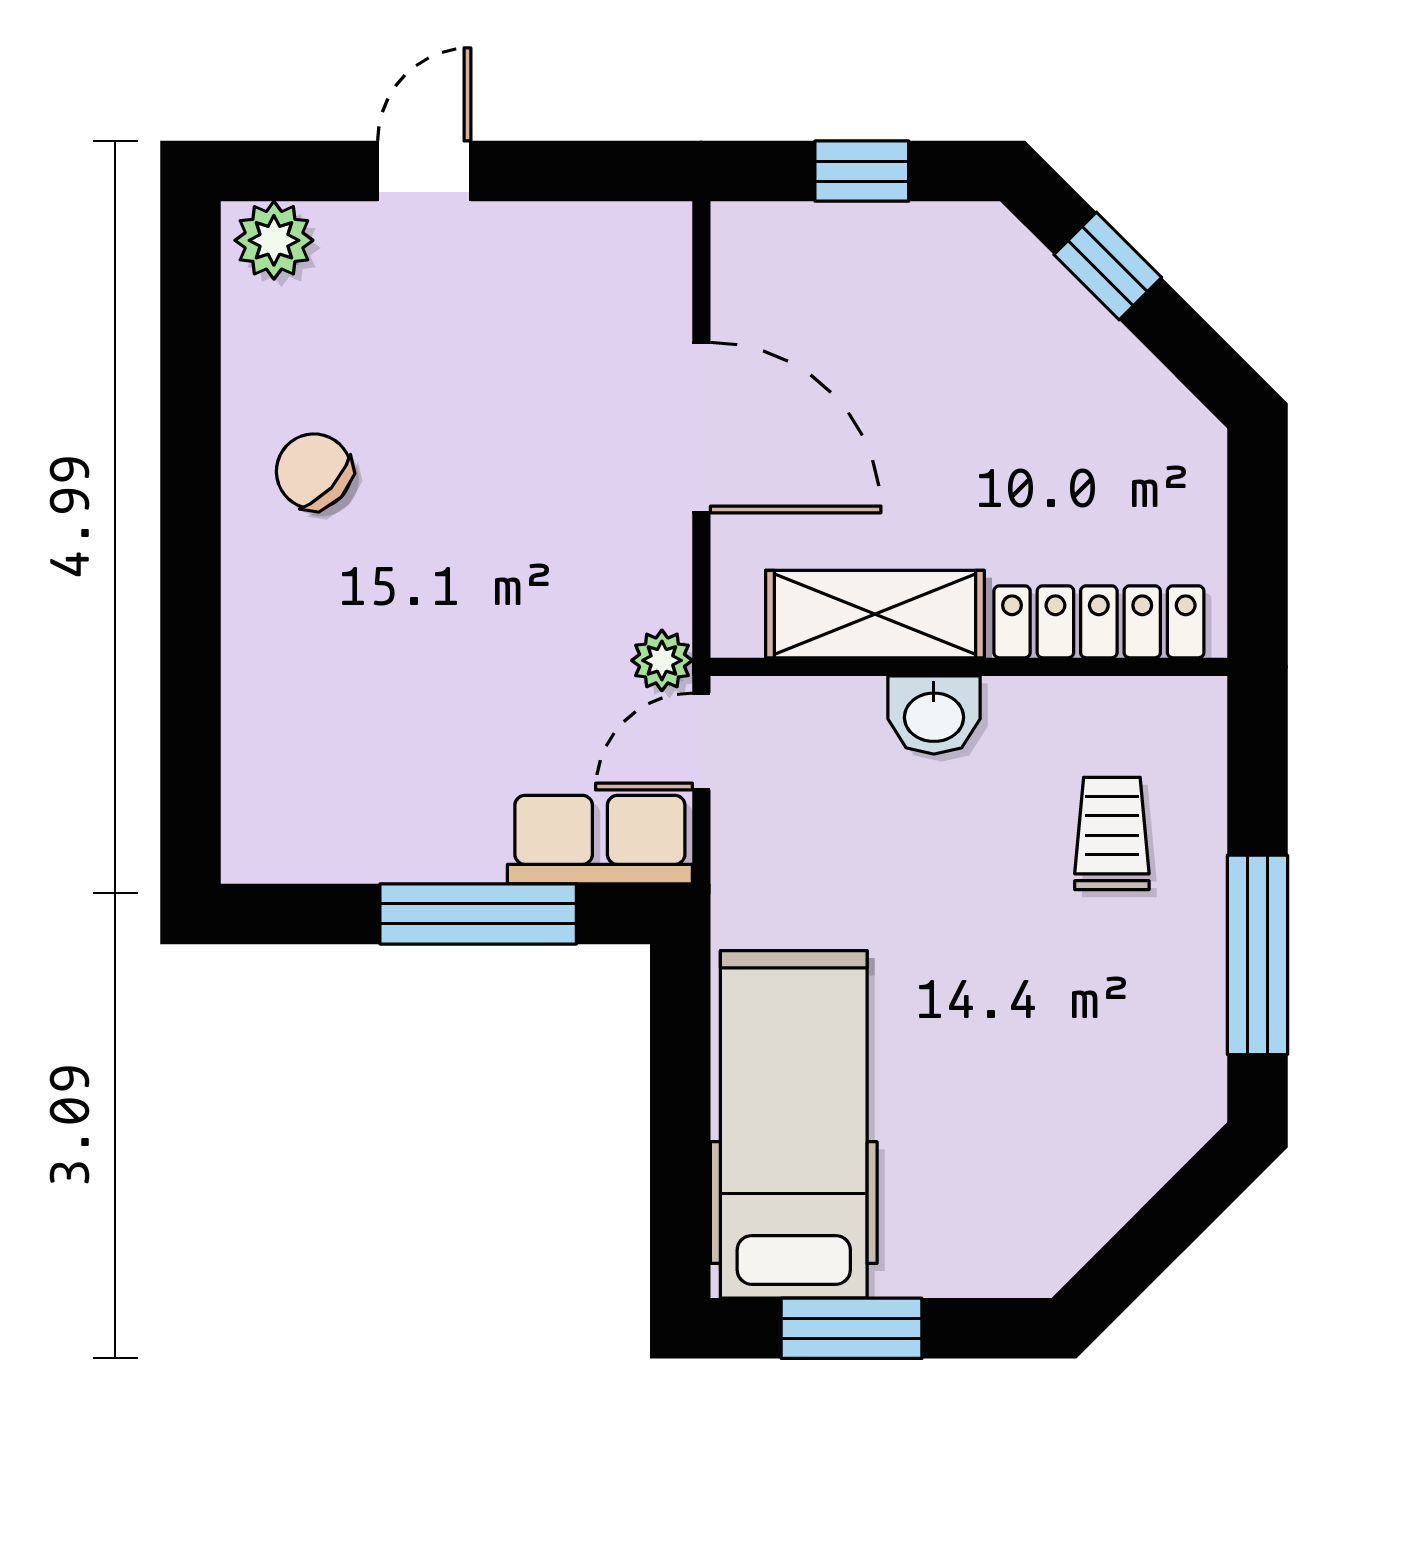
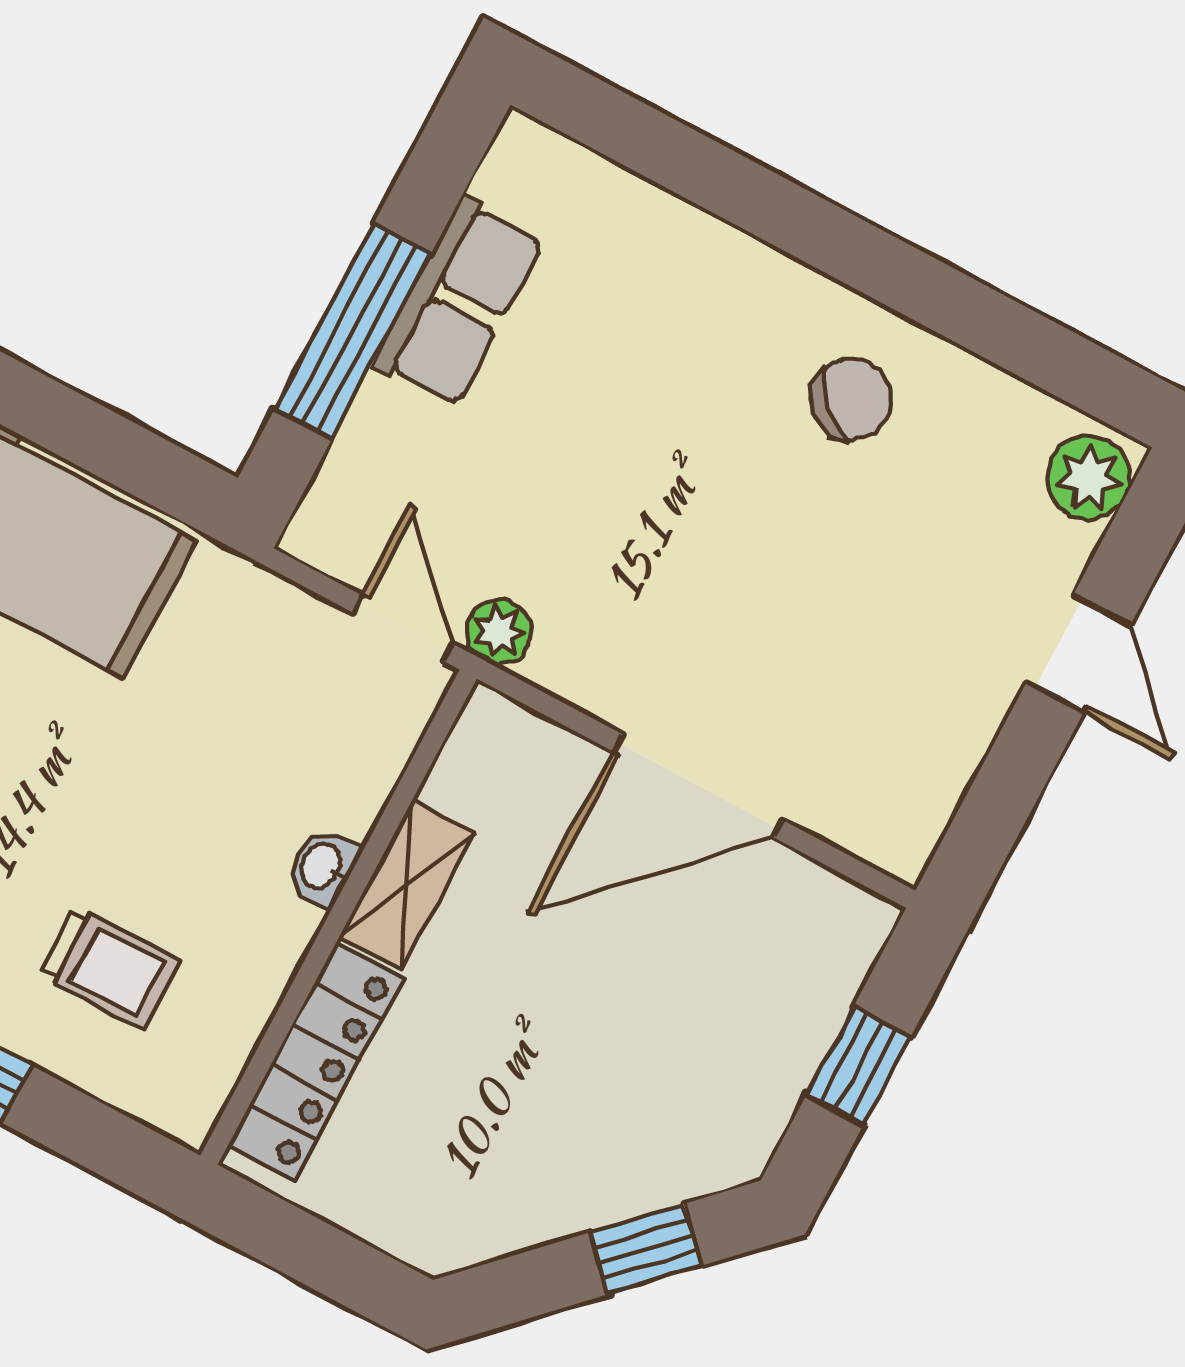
shelving: (875, 614) -> (407, 884), width x0.67, depth x0.75
washbasin: (934, 715) -> (322, 866), width x0.72, depth x0.69
row of seats: (600, 840) -> (458, 302), moved

